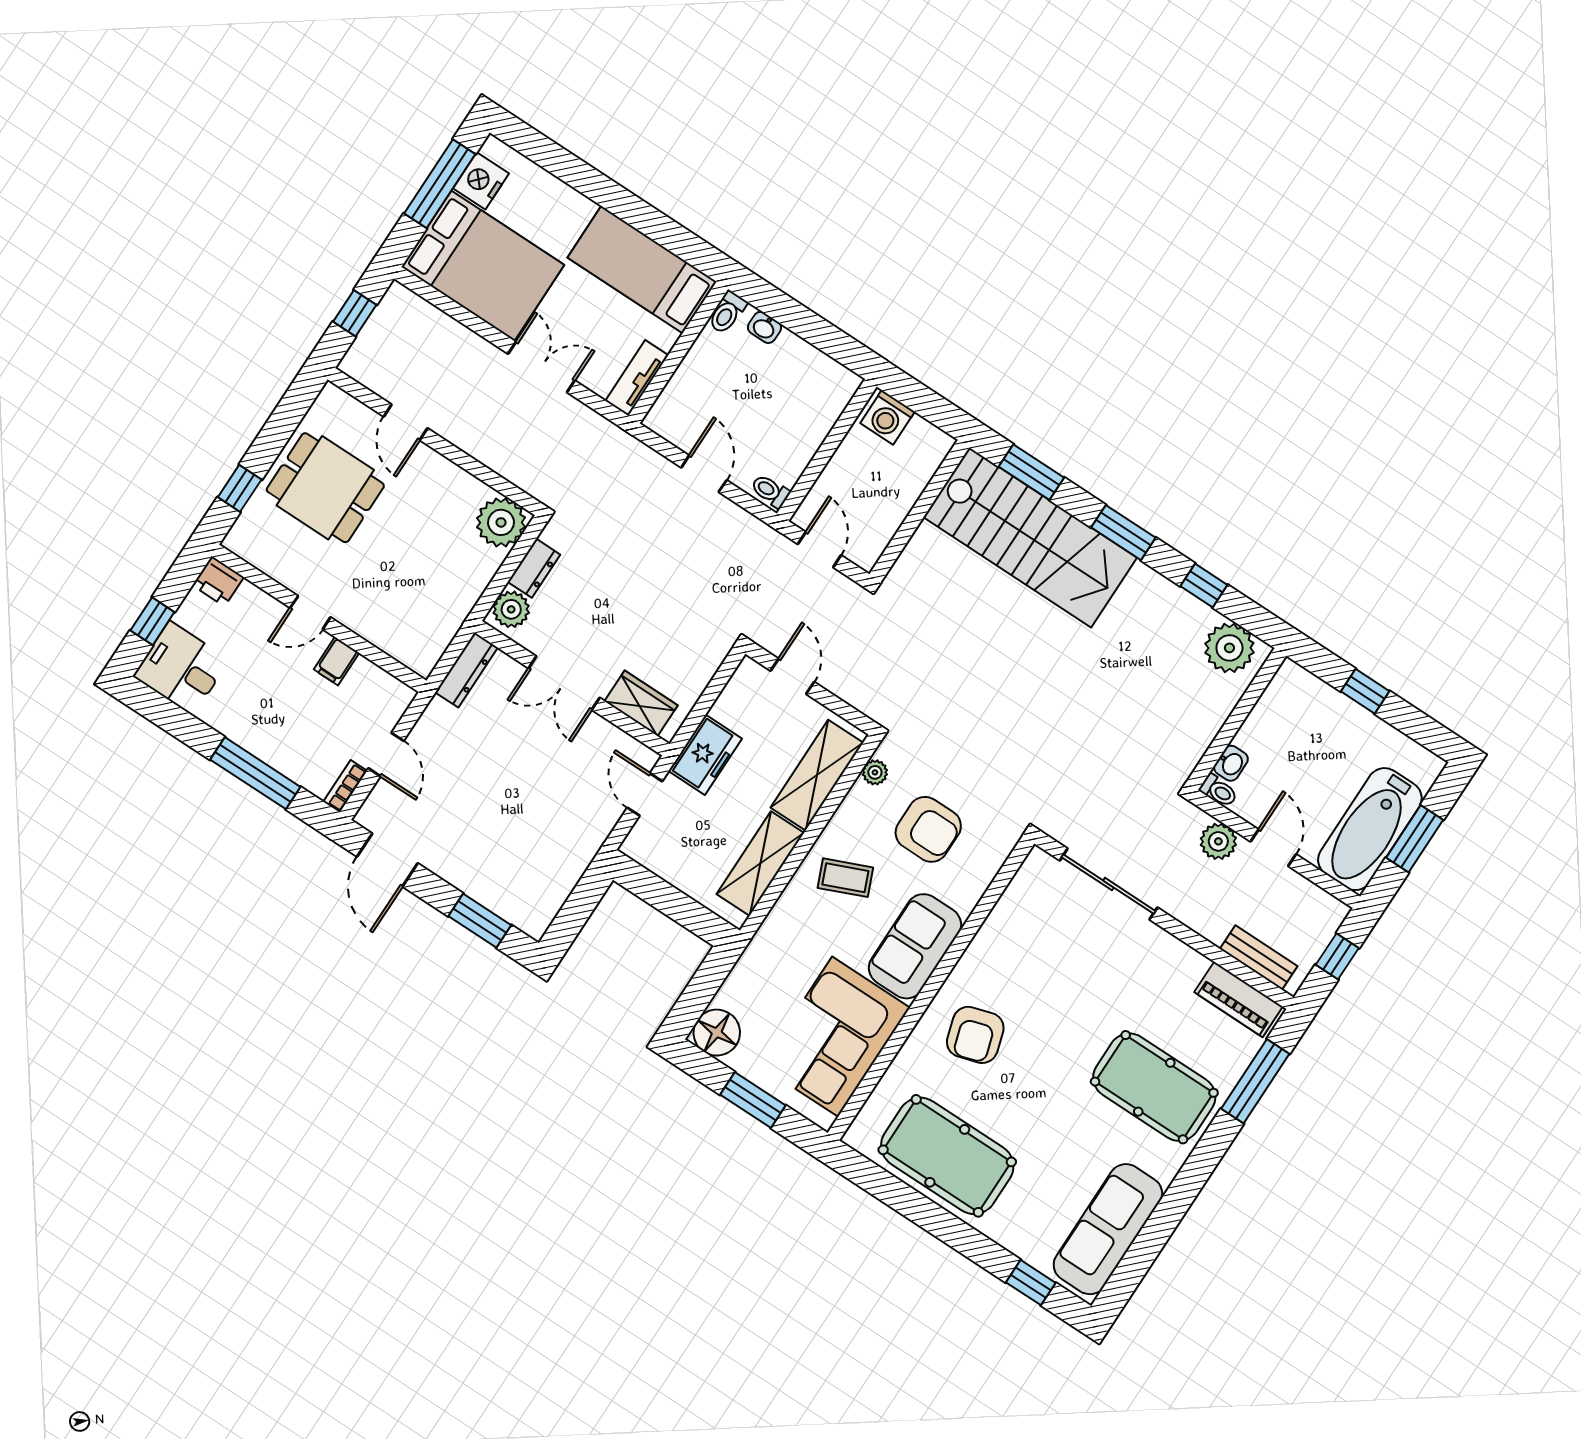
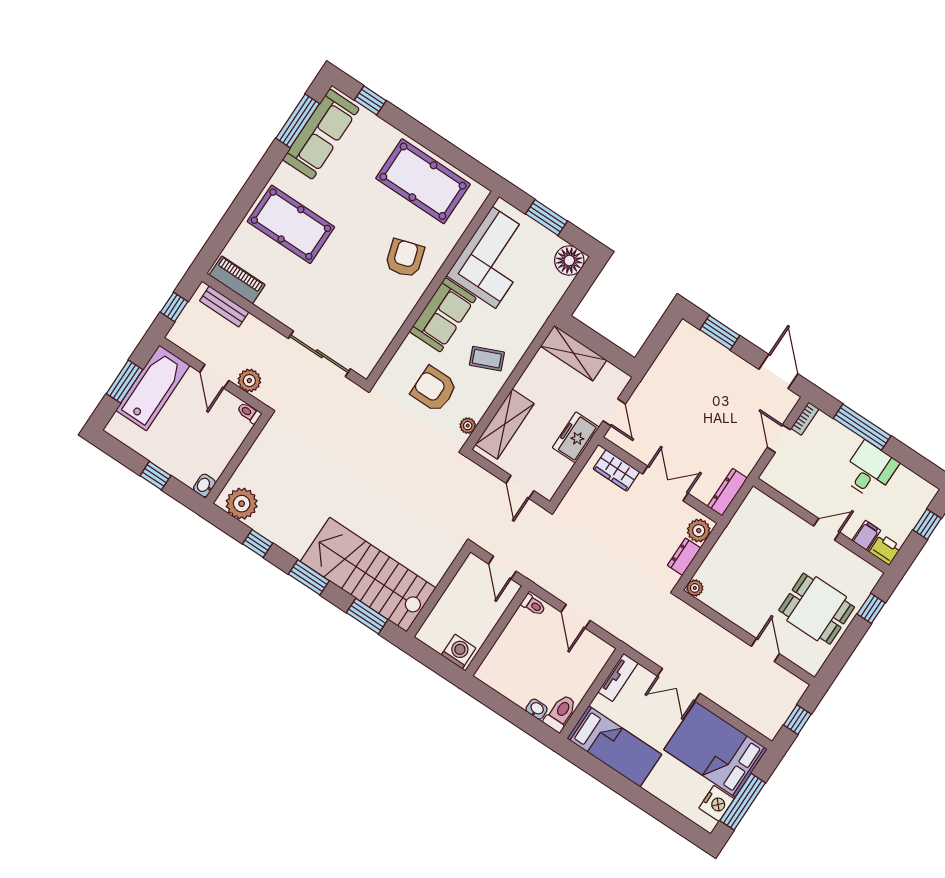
toilet: (727, 312) -> (560, 713), width x1.37, depth x1.39
plant: (501, 522) -> (695, 588), width x0.53, depth x0.53
filing cabinet: (336, 661) -> (866, 536), moved
desk: (181, 668) -> (870, 470), moved, turned -90
washbasin: (1231, 763) -> (204, 485), moved
shelving: (760, 864) -> (574, 353), moved, turned 90
window: (1255, 1081) -> (298, 121), moved

